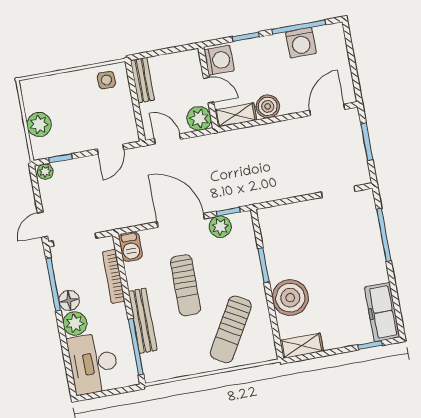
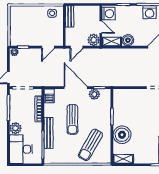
plant: (39, 124) -> (16, 29), removed
door: (167, 139) -> (77, 47), swing flipped
floor lamp: (69, 300) -> (15, 117), removed

